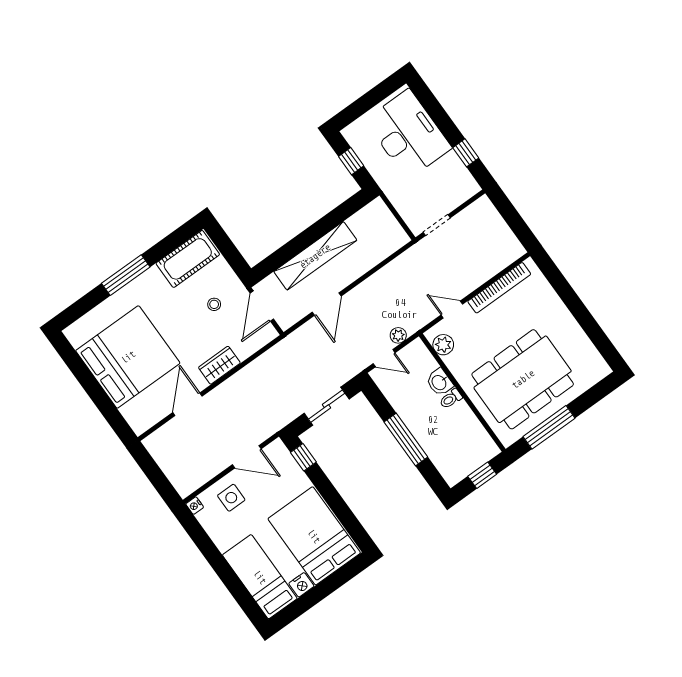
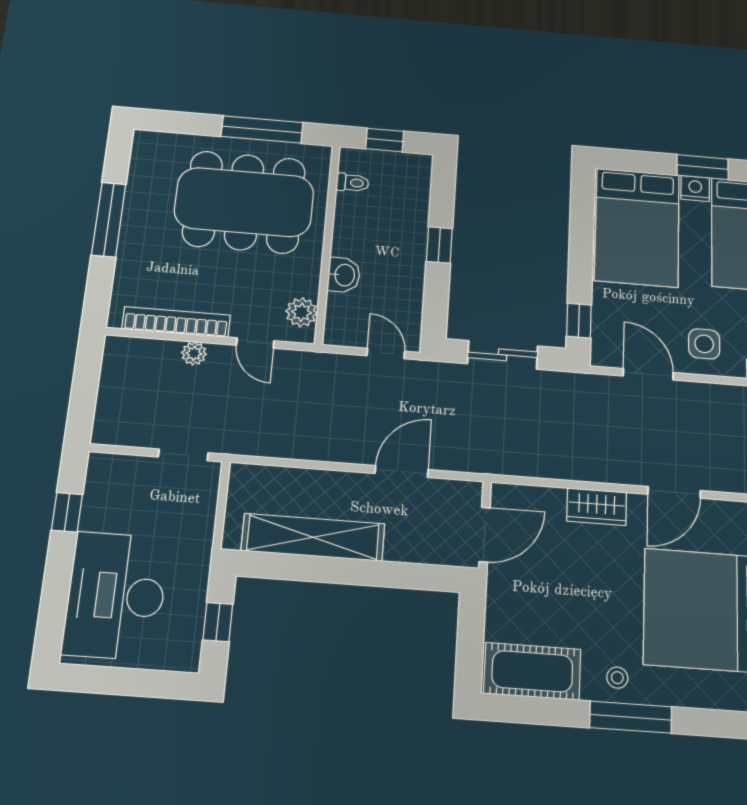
shelving: (315, 256) -> (313, 537), moved
stool: (214, 304) -> (617, 678), moved
window: (580, 312) -> (109, 220), added
plant: (398, 335) -> (194, 353), moved
toilet: (451, 399) -> (352, 183), moved
window: (406, 439) -> (439, 245), width x0.46
window: (307, 601) -> (703, 167), added

